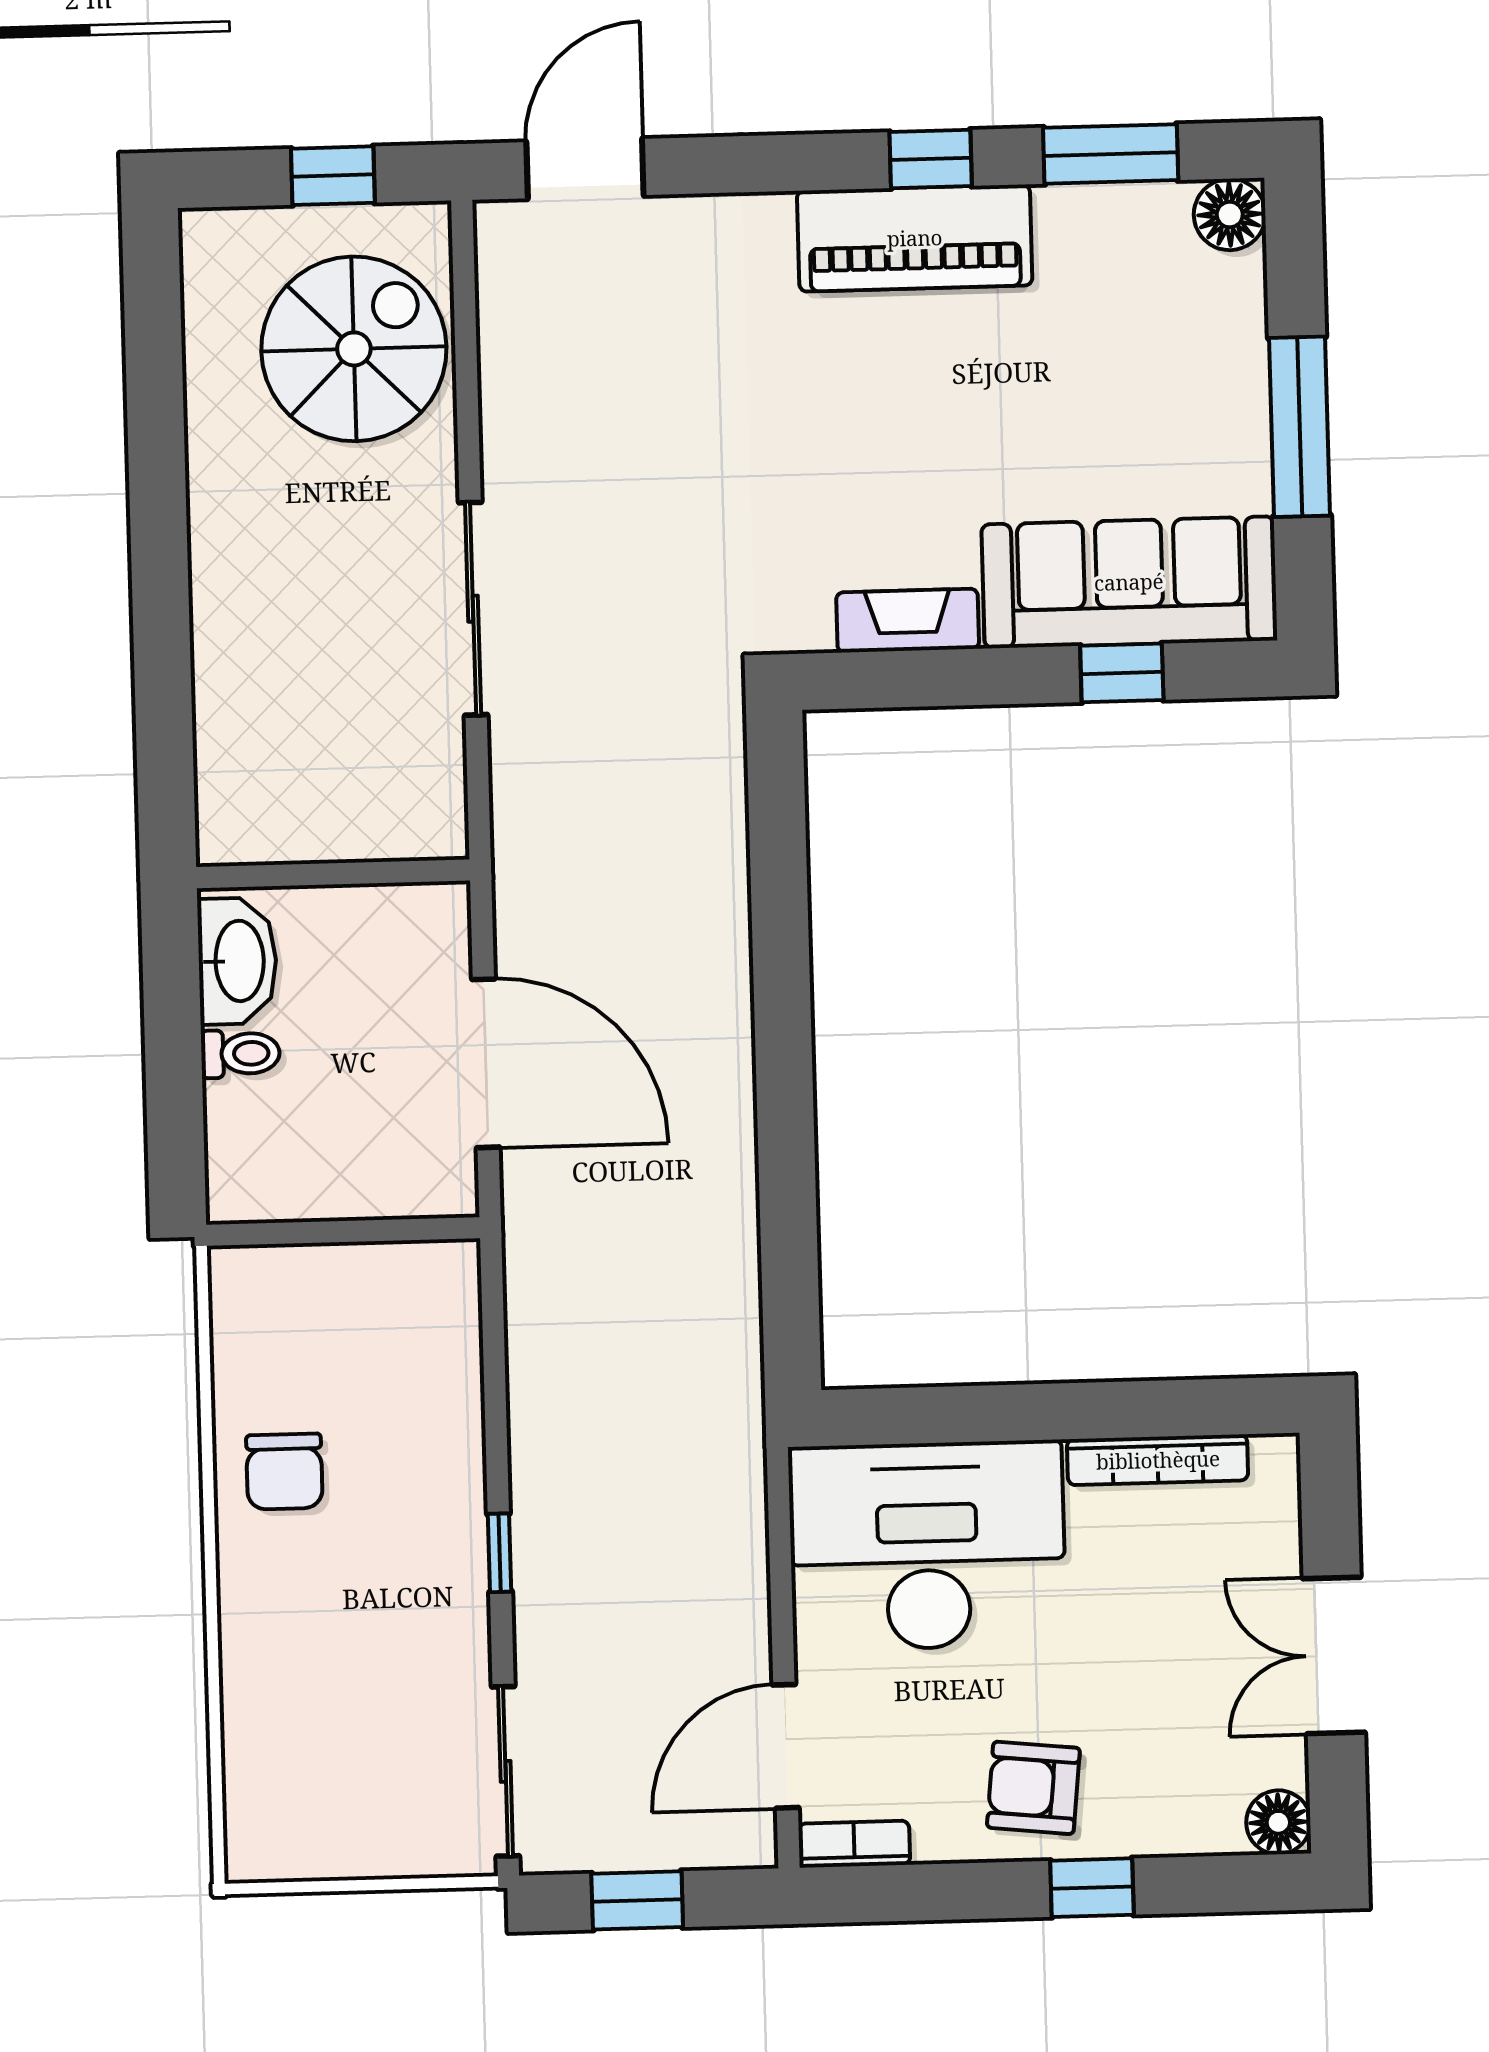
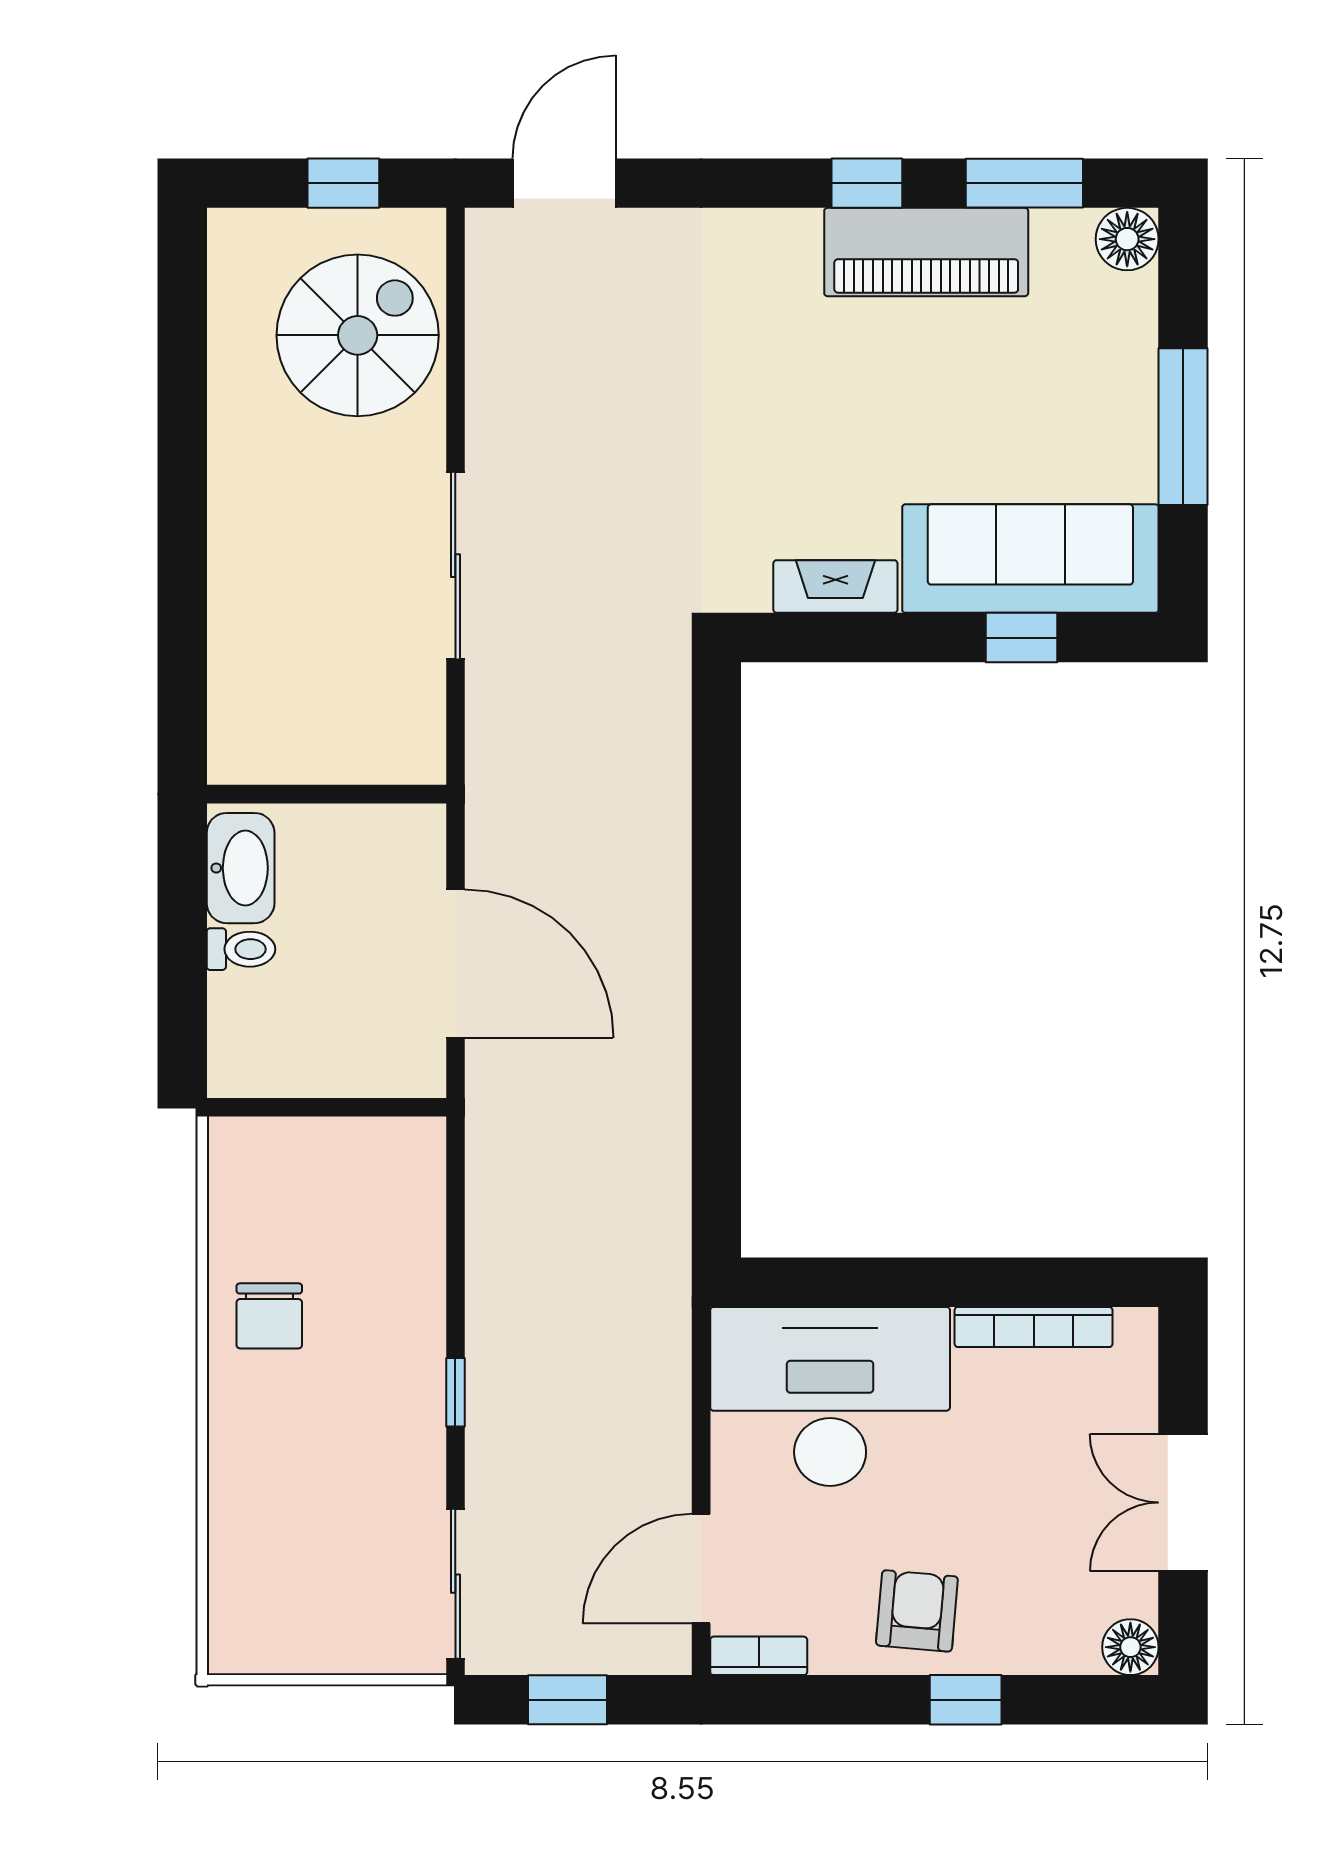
piano: (915, 238) -> (926, 252), moved
armchair: (1033, 1788) -> (917, 1611), turned 89

